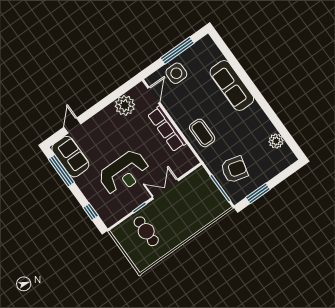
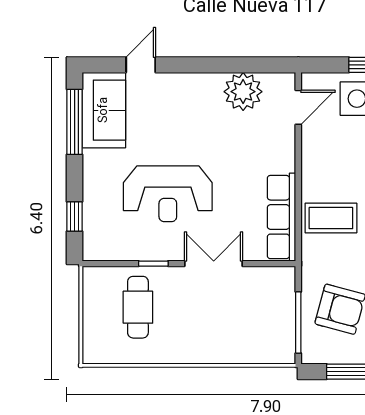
row of seats: (167, 129) -> (282, 217), moved
coffee table: (202, 133) -> (331, 218), turned 90

